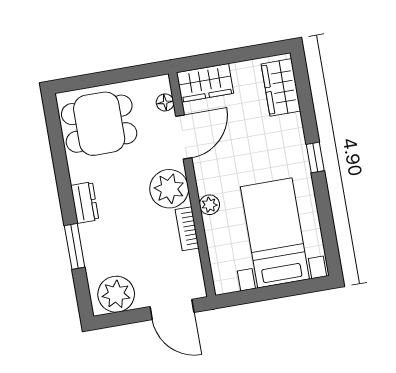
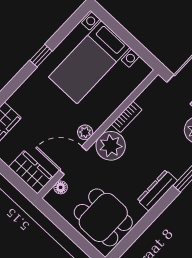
window: (315, 157) -> (41, 56), moved
dresser: (85, 203) -> (157, 190), width x1.44
plant: (209, 205) -> (85, 132), moved

